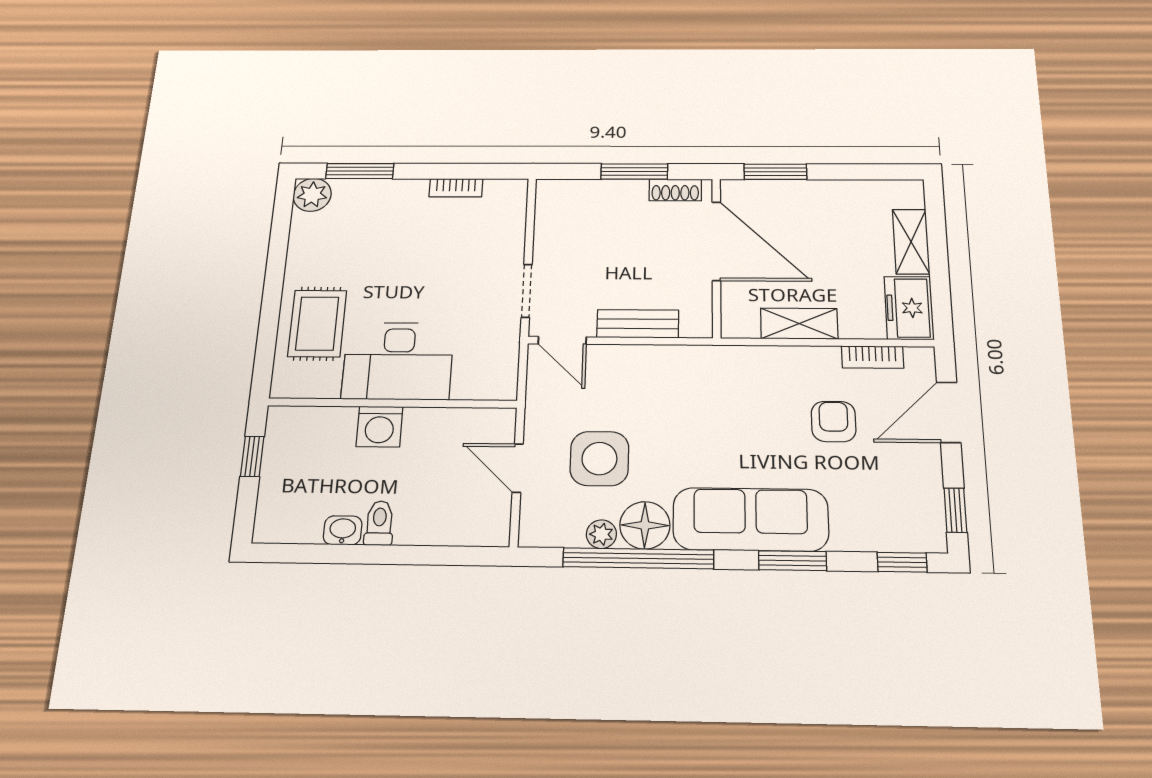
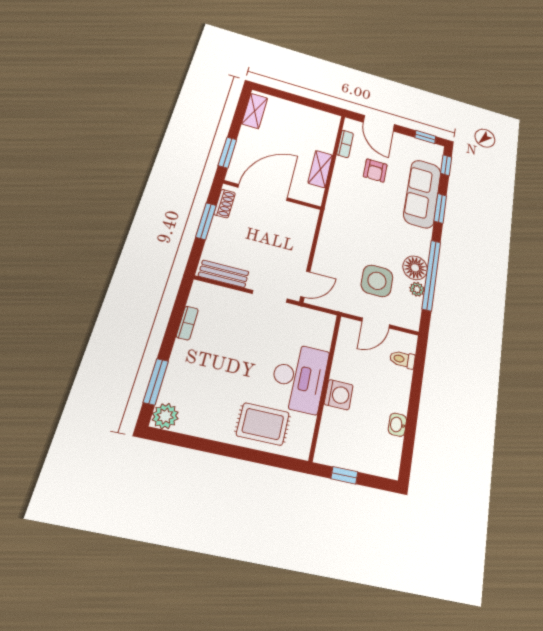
shelving: (911, 242) -> (255, 111), moved, turned 90
freezer: (909, 308) -> (322, 120), removed
bench: (638, 324) -> (224, 274), moved, turned 90
armchair: (834, 422) -> (375, 171), turned -90
sofa: (751, 519) -> (422, 194), moved
toilet: (379, 523) -> (402, 359), moved

